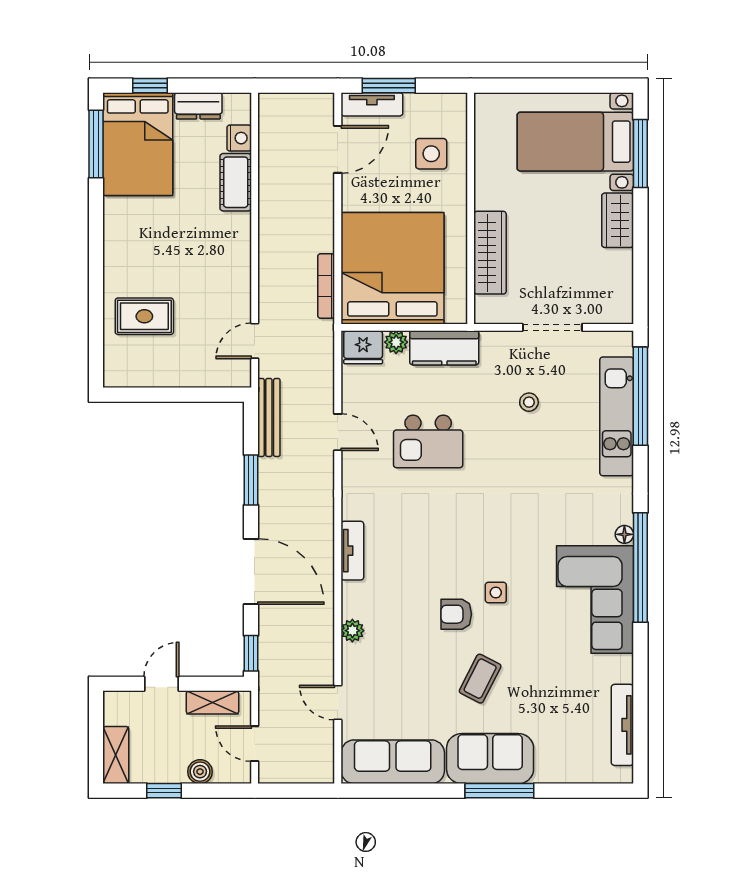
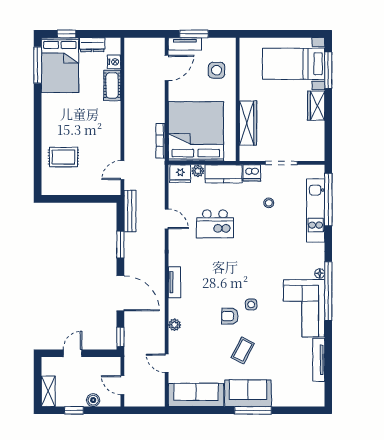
dishwasher: (497, 346) -> (252, 173), added
shelving: (212, 702) -> (100, 363), removed
tv unit: (622, 725) -> (319, 360), moved

